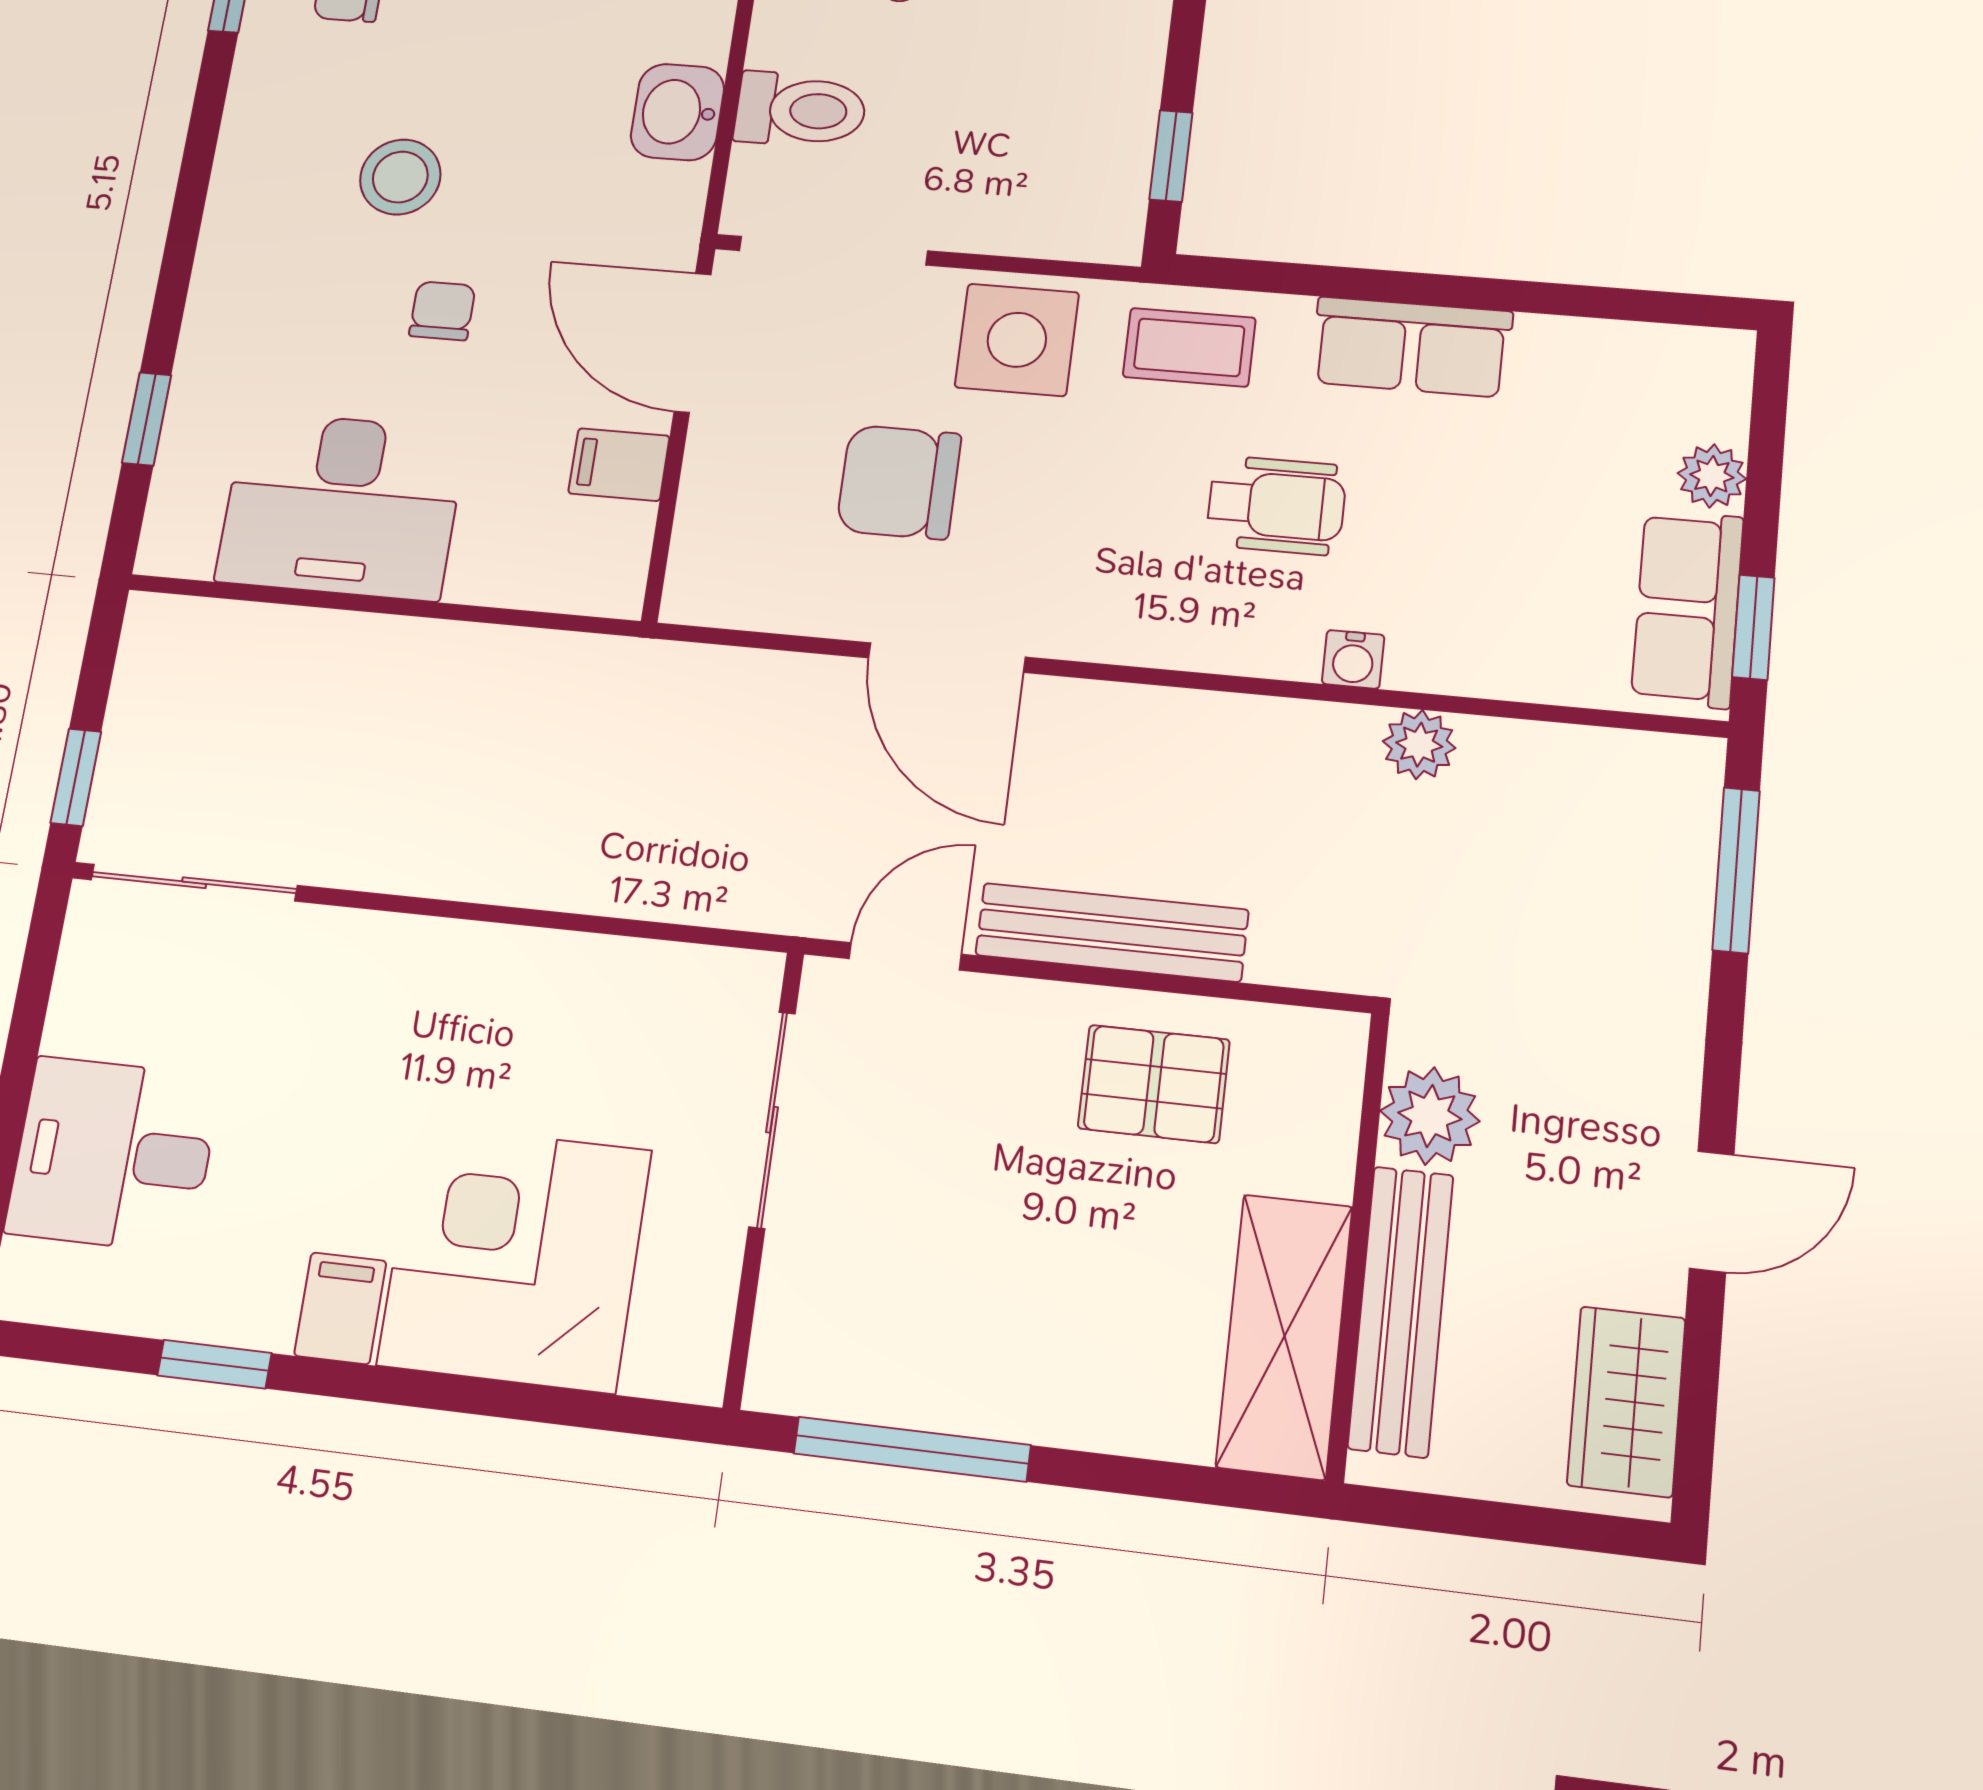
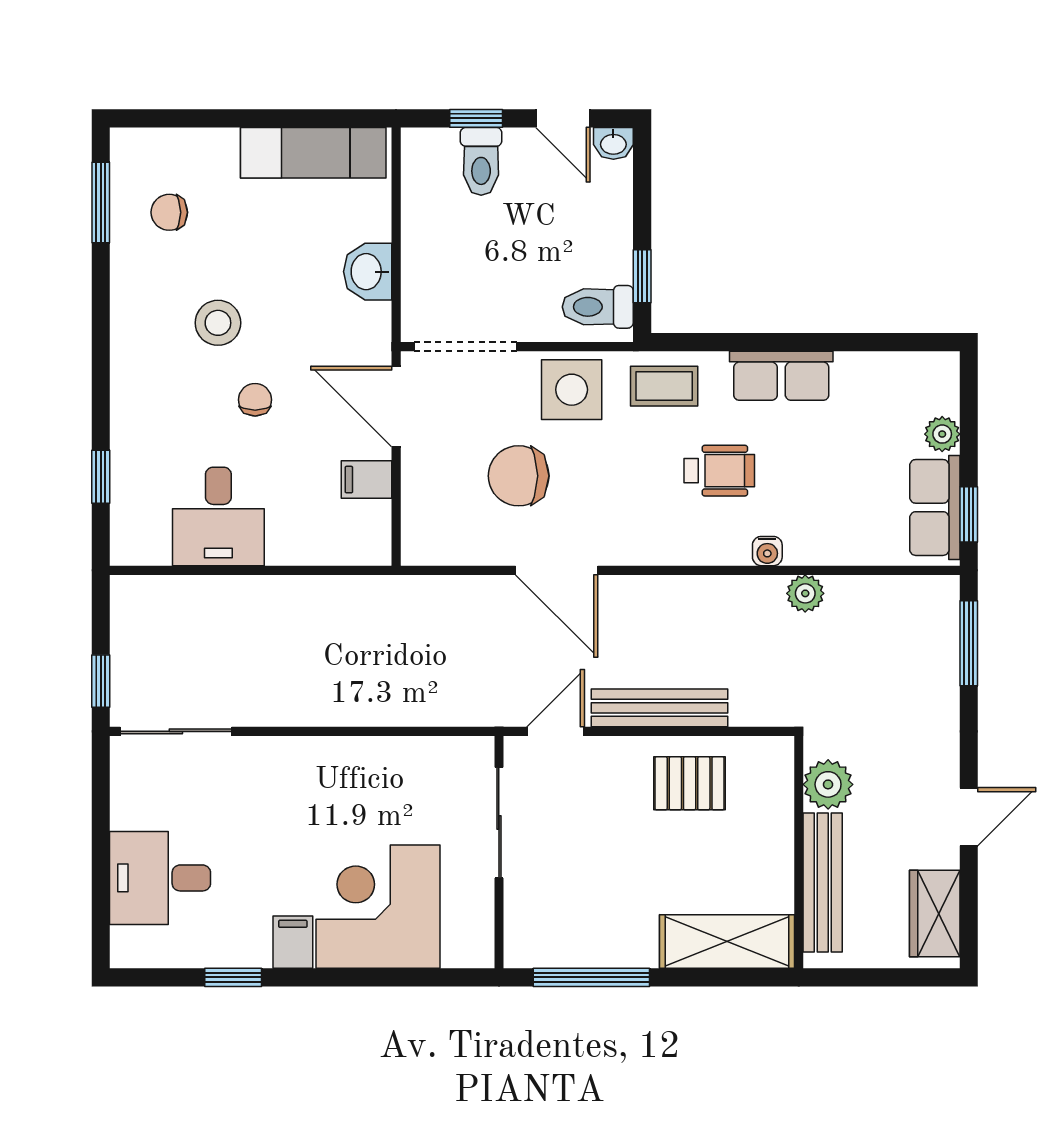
toilet: (801, 110) -> (598, 307), moved, turned 180
desk: (342, 505) -> (218, 516), width x0.73
shelving: (1284, 1336) -> (727, 942), moved, turned 90

